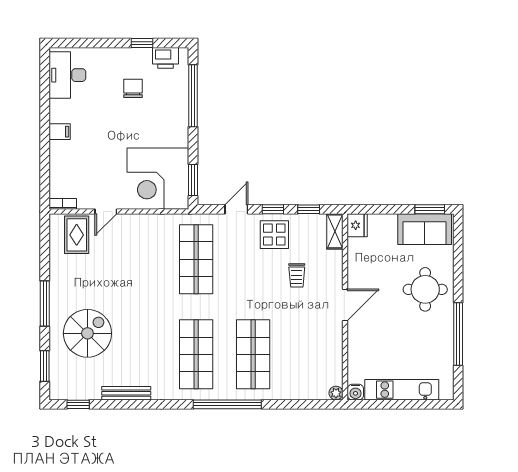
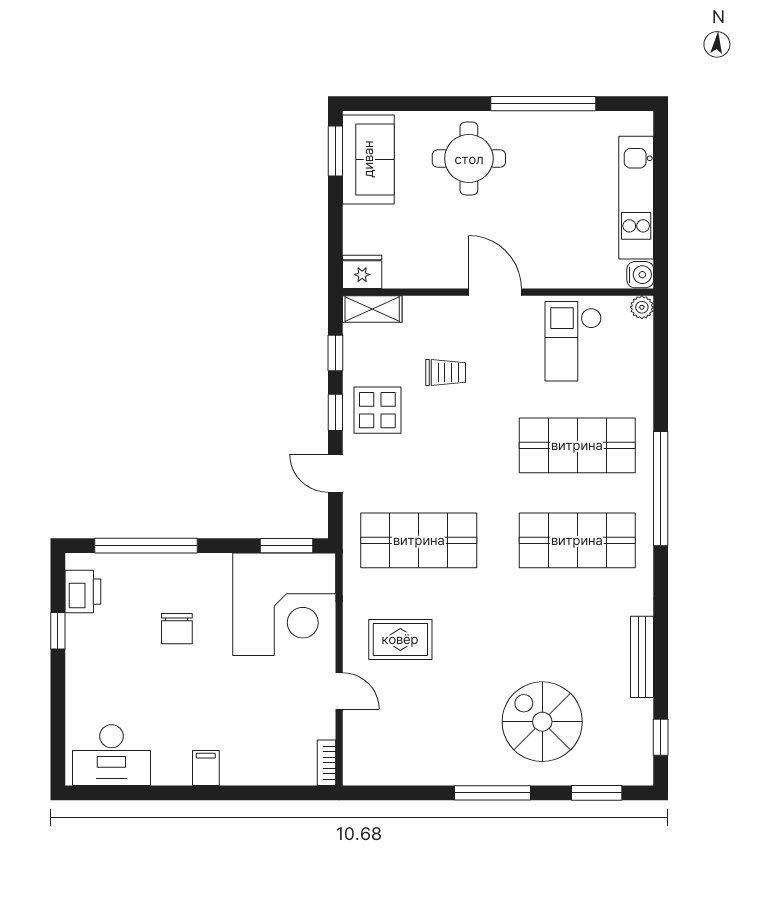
chair: (133, 88) -> (177, 629), moved, turned -90
rug: (77, 235) -> (400, 639), moved
checkout: (316, 352) -> (573, 341), added

